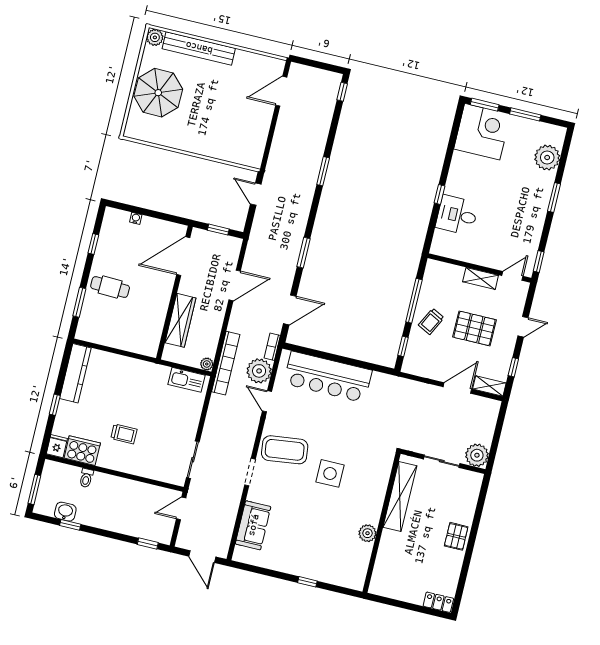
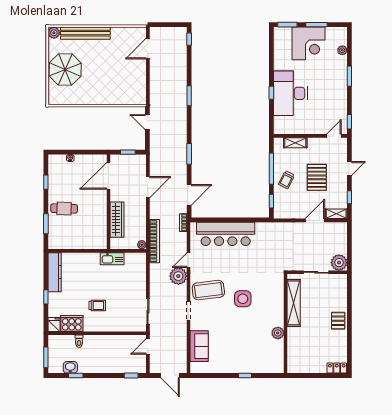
corner desk: (482, 132) -> (309, 43), moved, turned 90
plant: (547, 158) -> (342, 50), width x0.53, depth x0.53
desk: (457, 215) -> (290, 93), width x1.87, depth x1.30
shelving: (481, 278) -> (295, 143), moved
pallet: (475, 328) -> (317, 177), turned 90
plant: (259, 371) -> (178, 276), moved
kitchen sink: (187, 380) -> (112, 259), moved
door: (267, 401) -> (189, 260), hinge flipped

